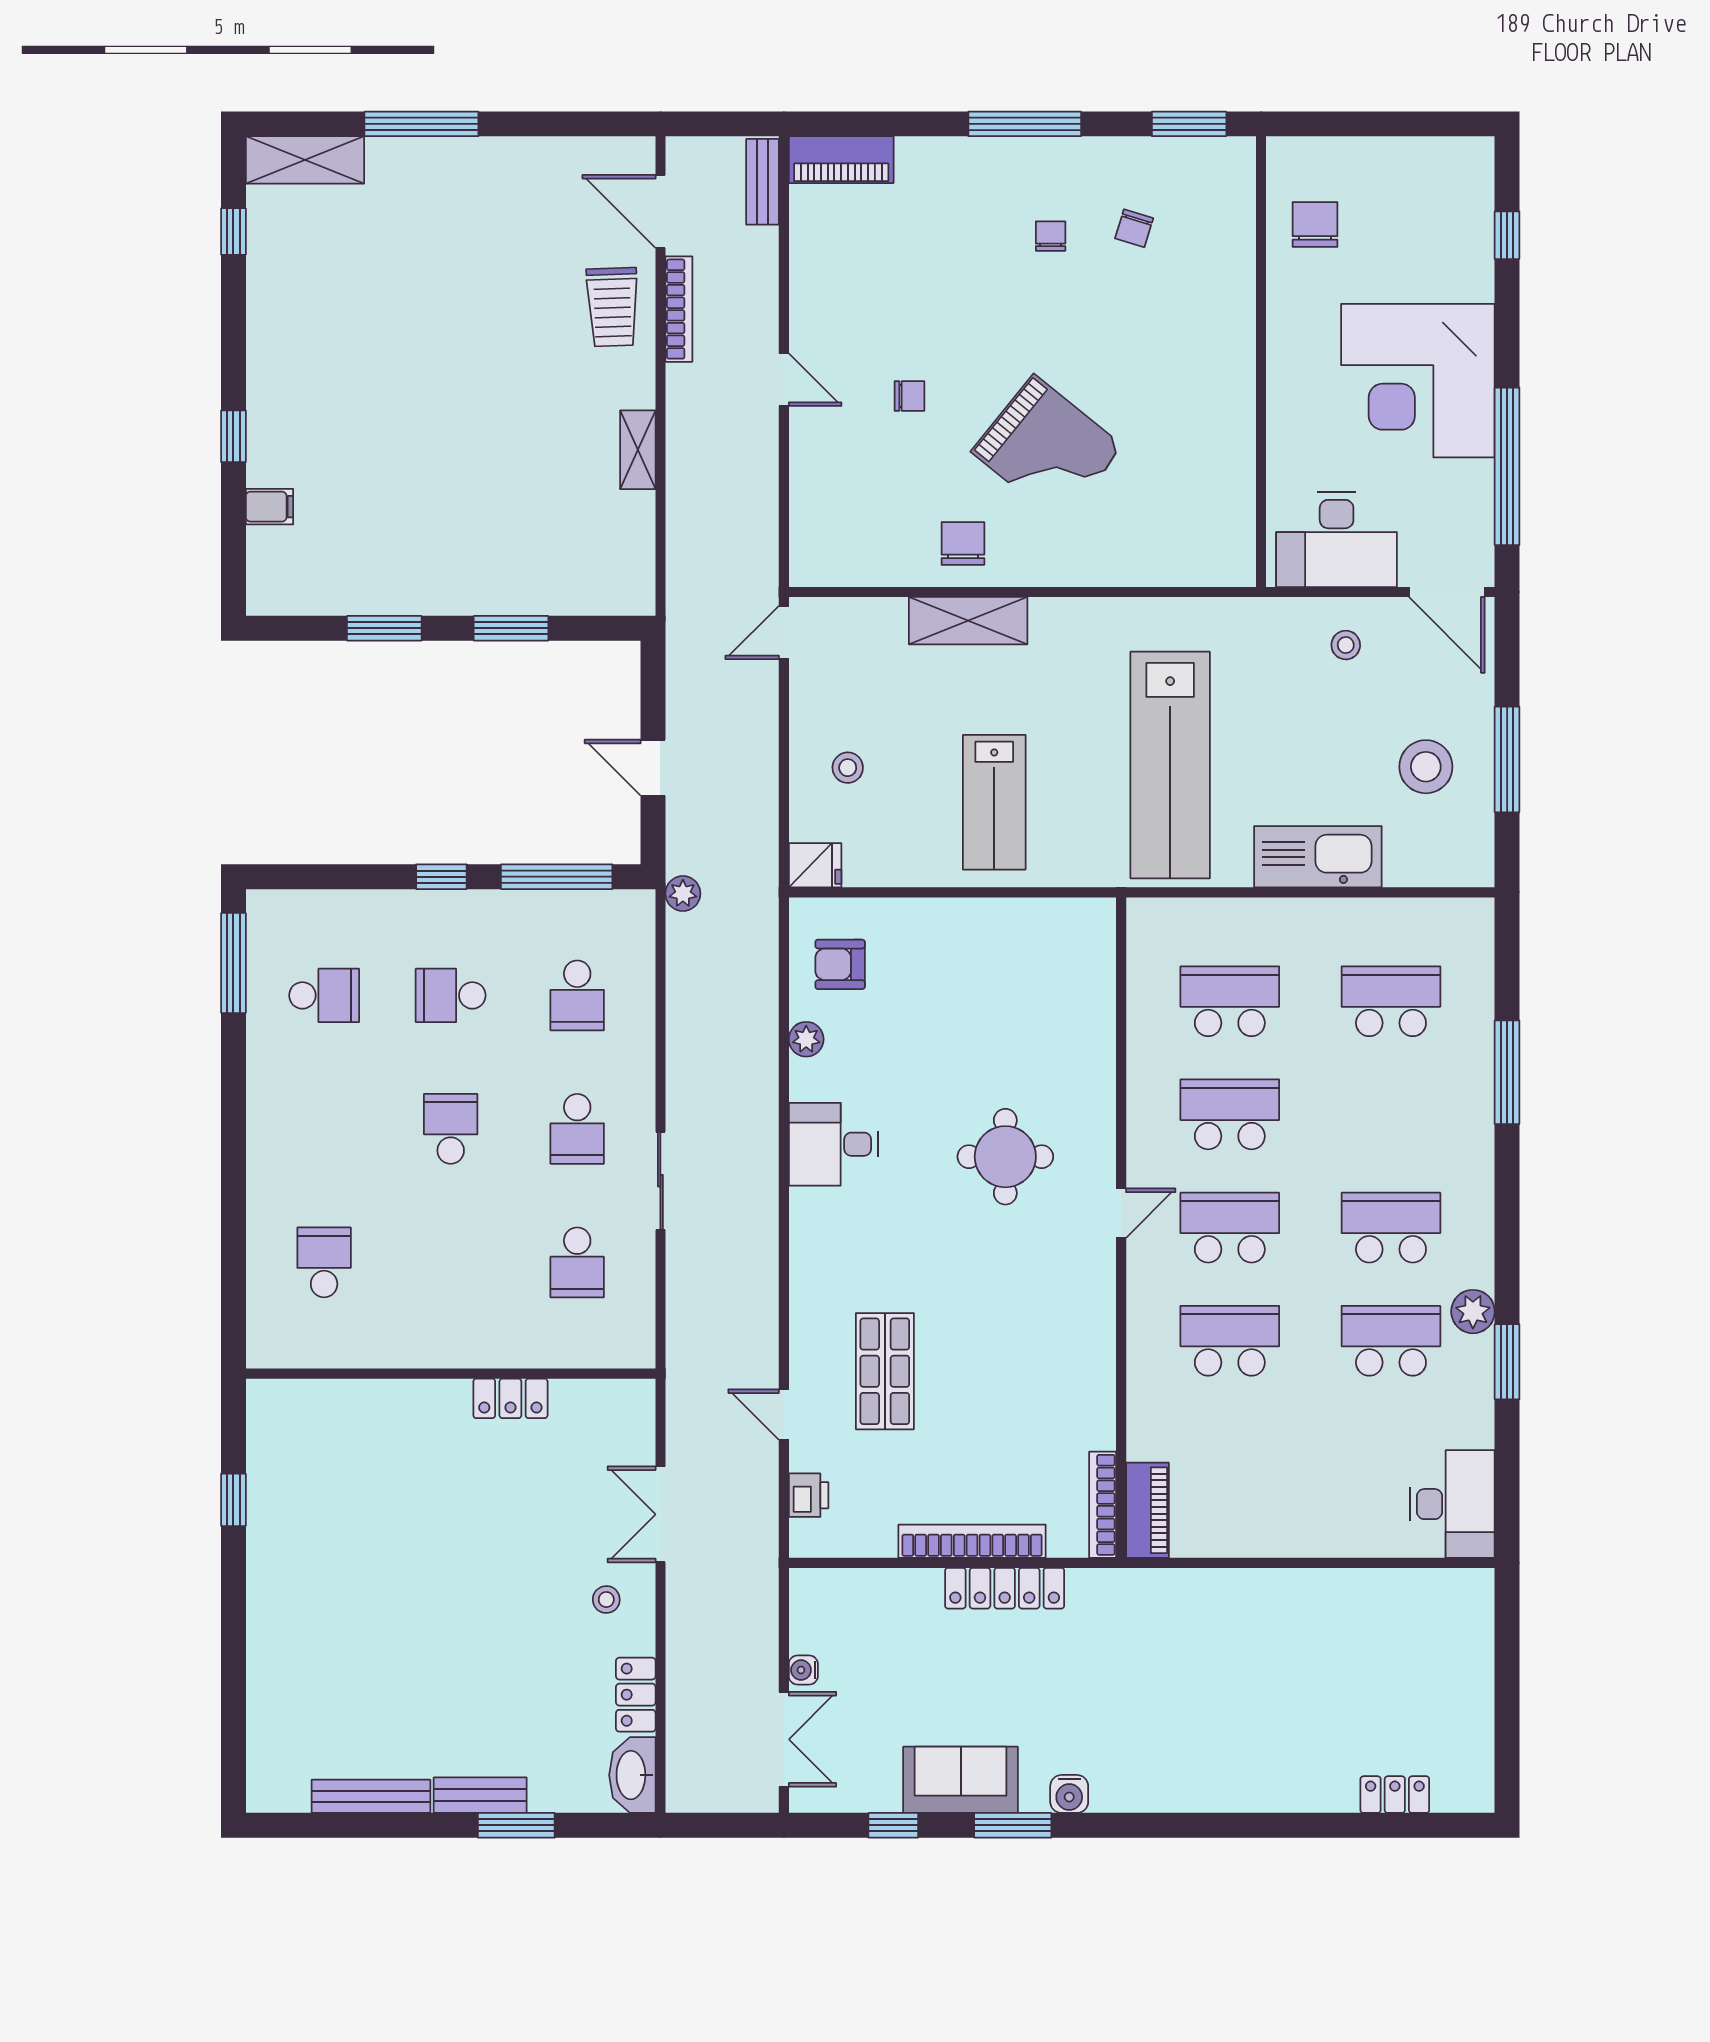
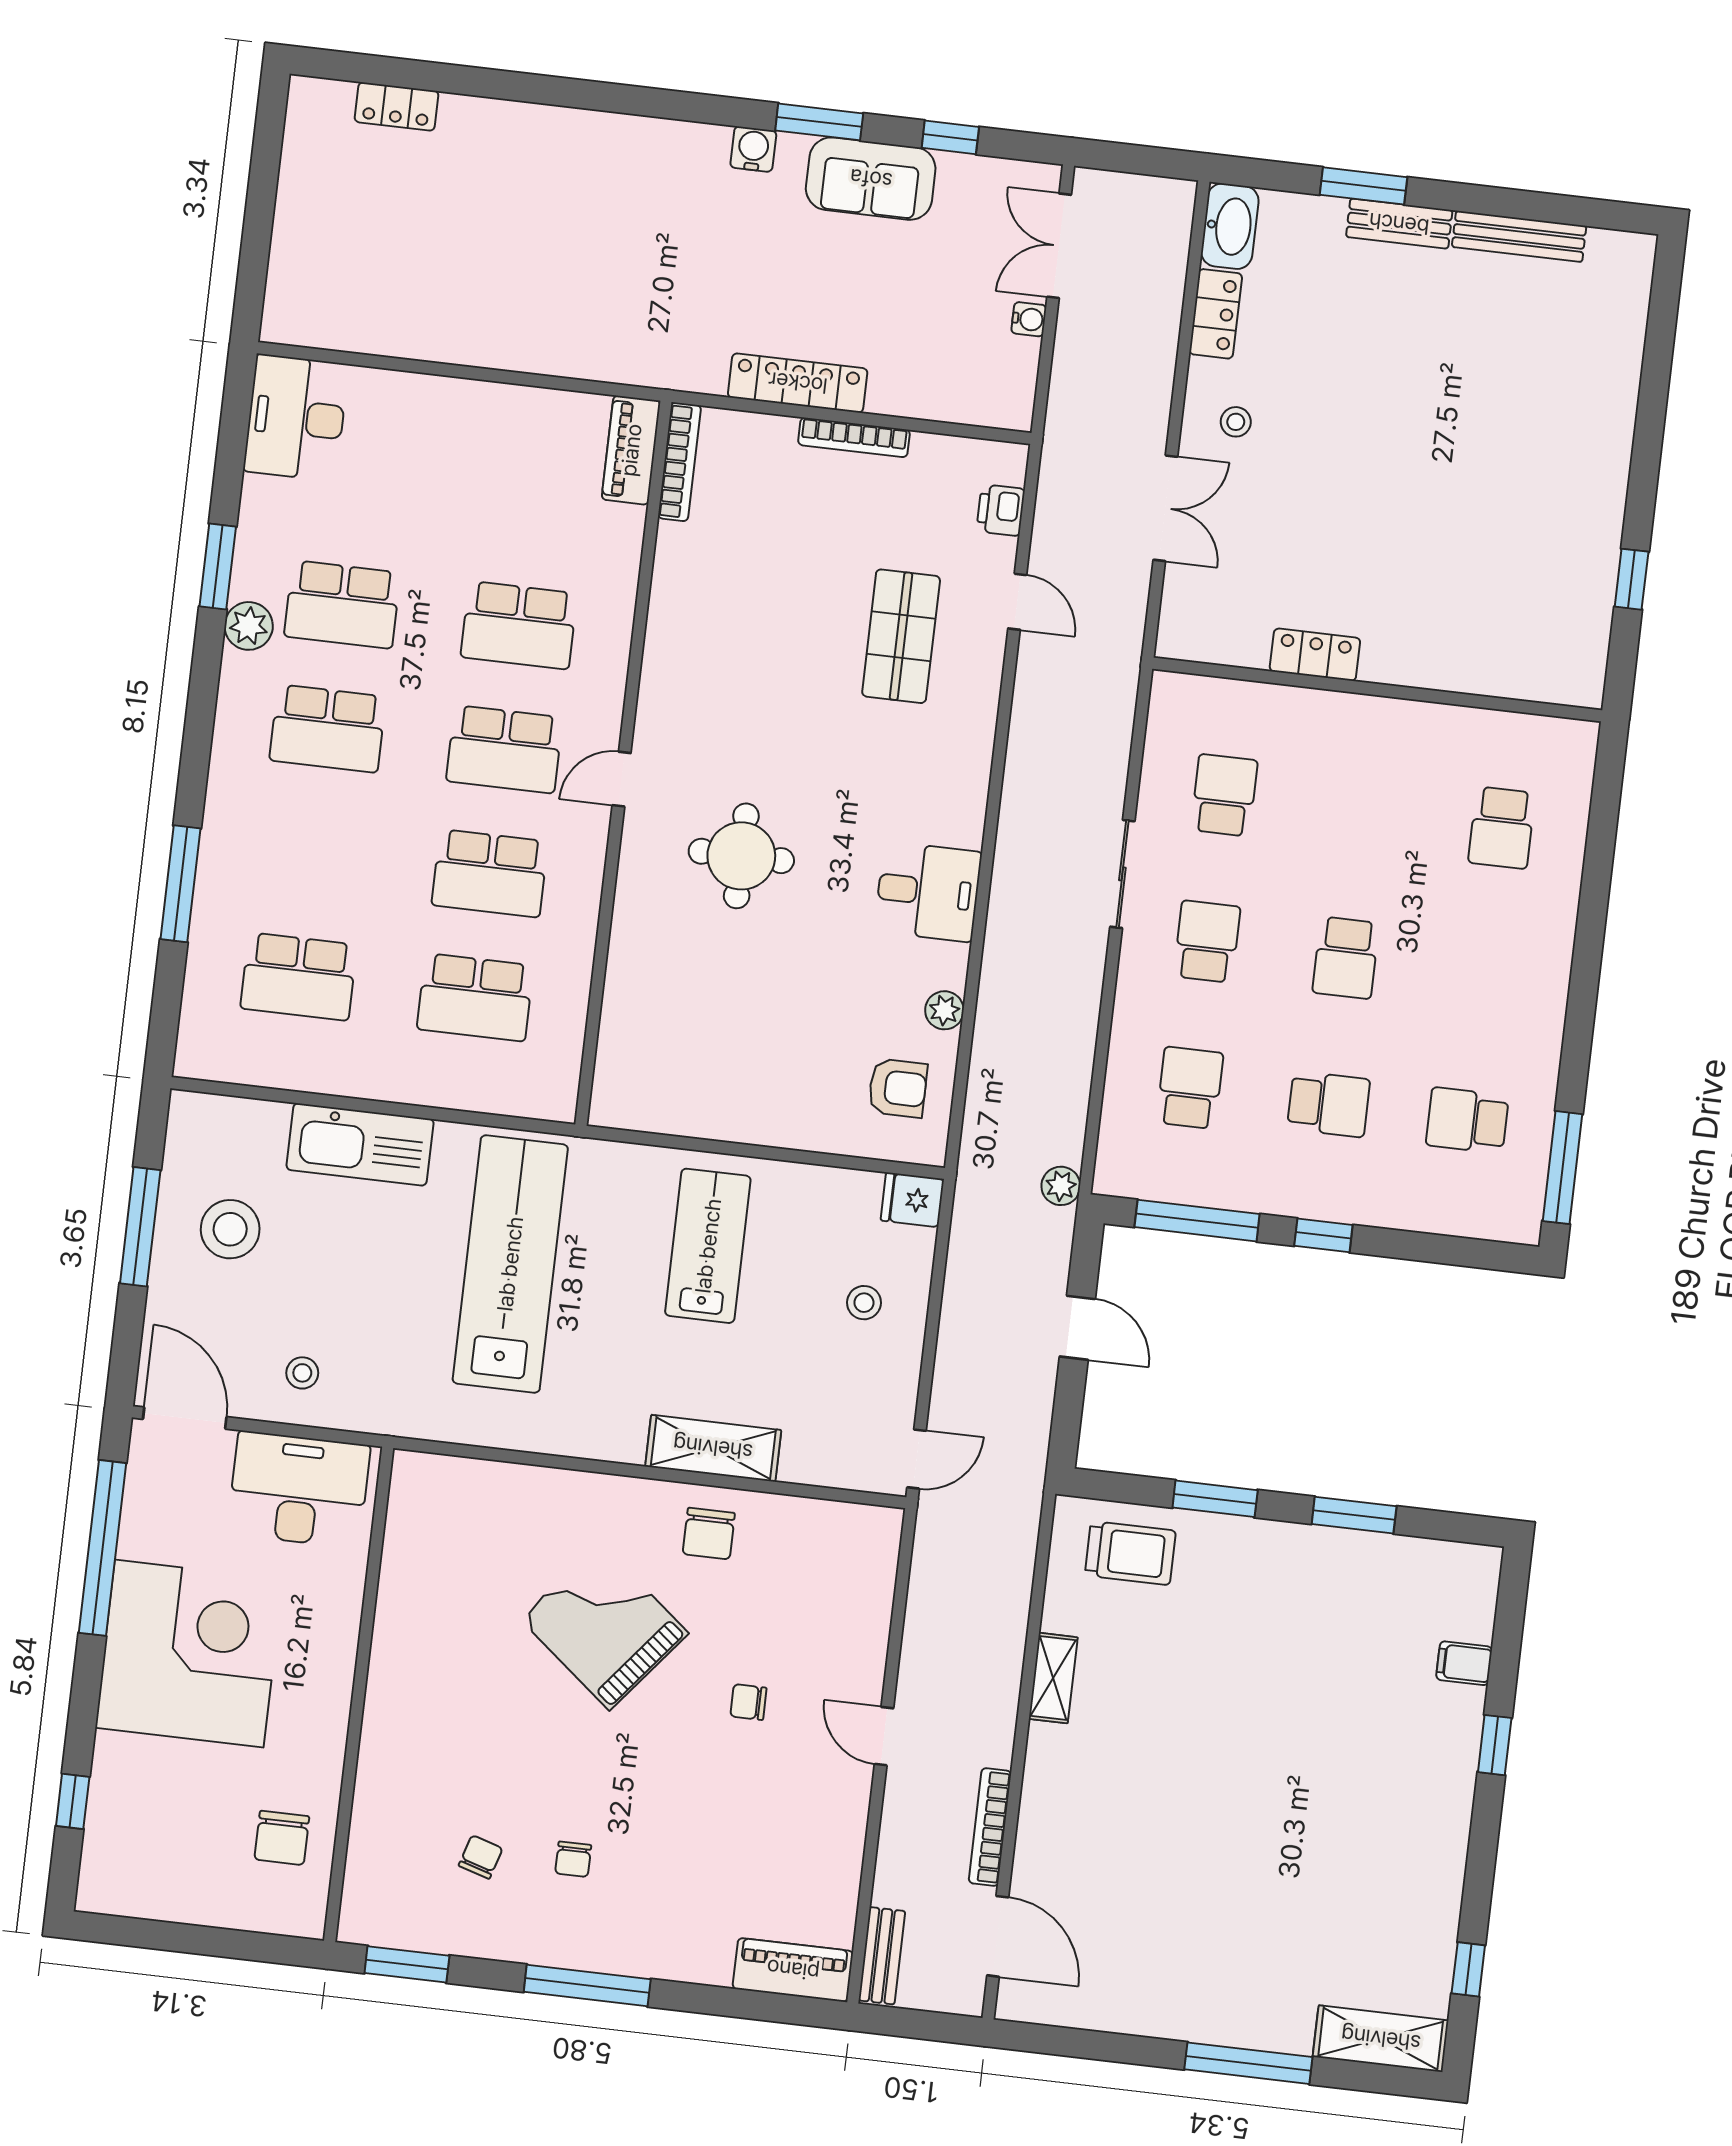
trolley: (613, 307) -> (1130, 1553), moved, turned 92
bookcase: (972, 1541) -> (854, 437), width x0.68, depth x0.76

